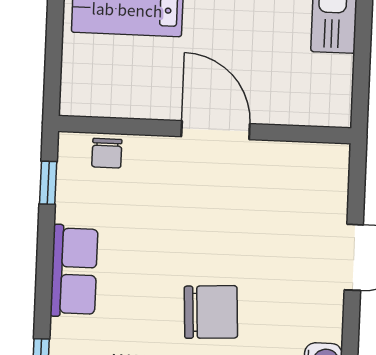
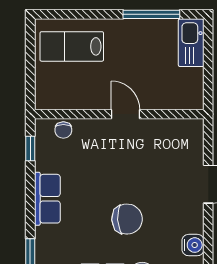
door: (216, 130) -> (125, 114), width x0.73

